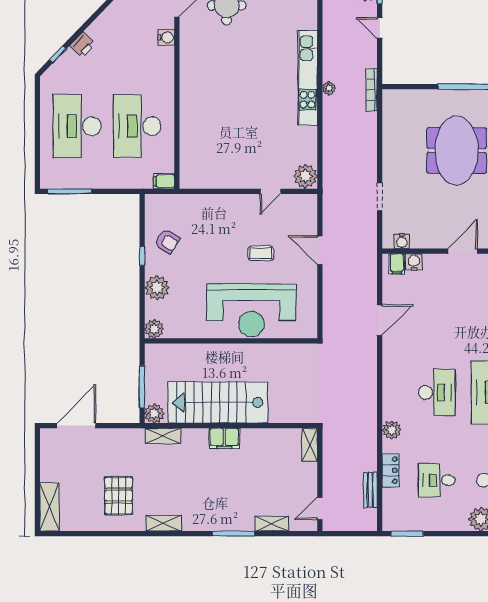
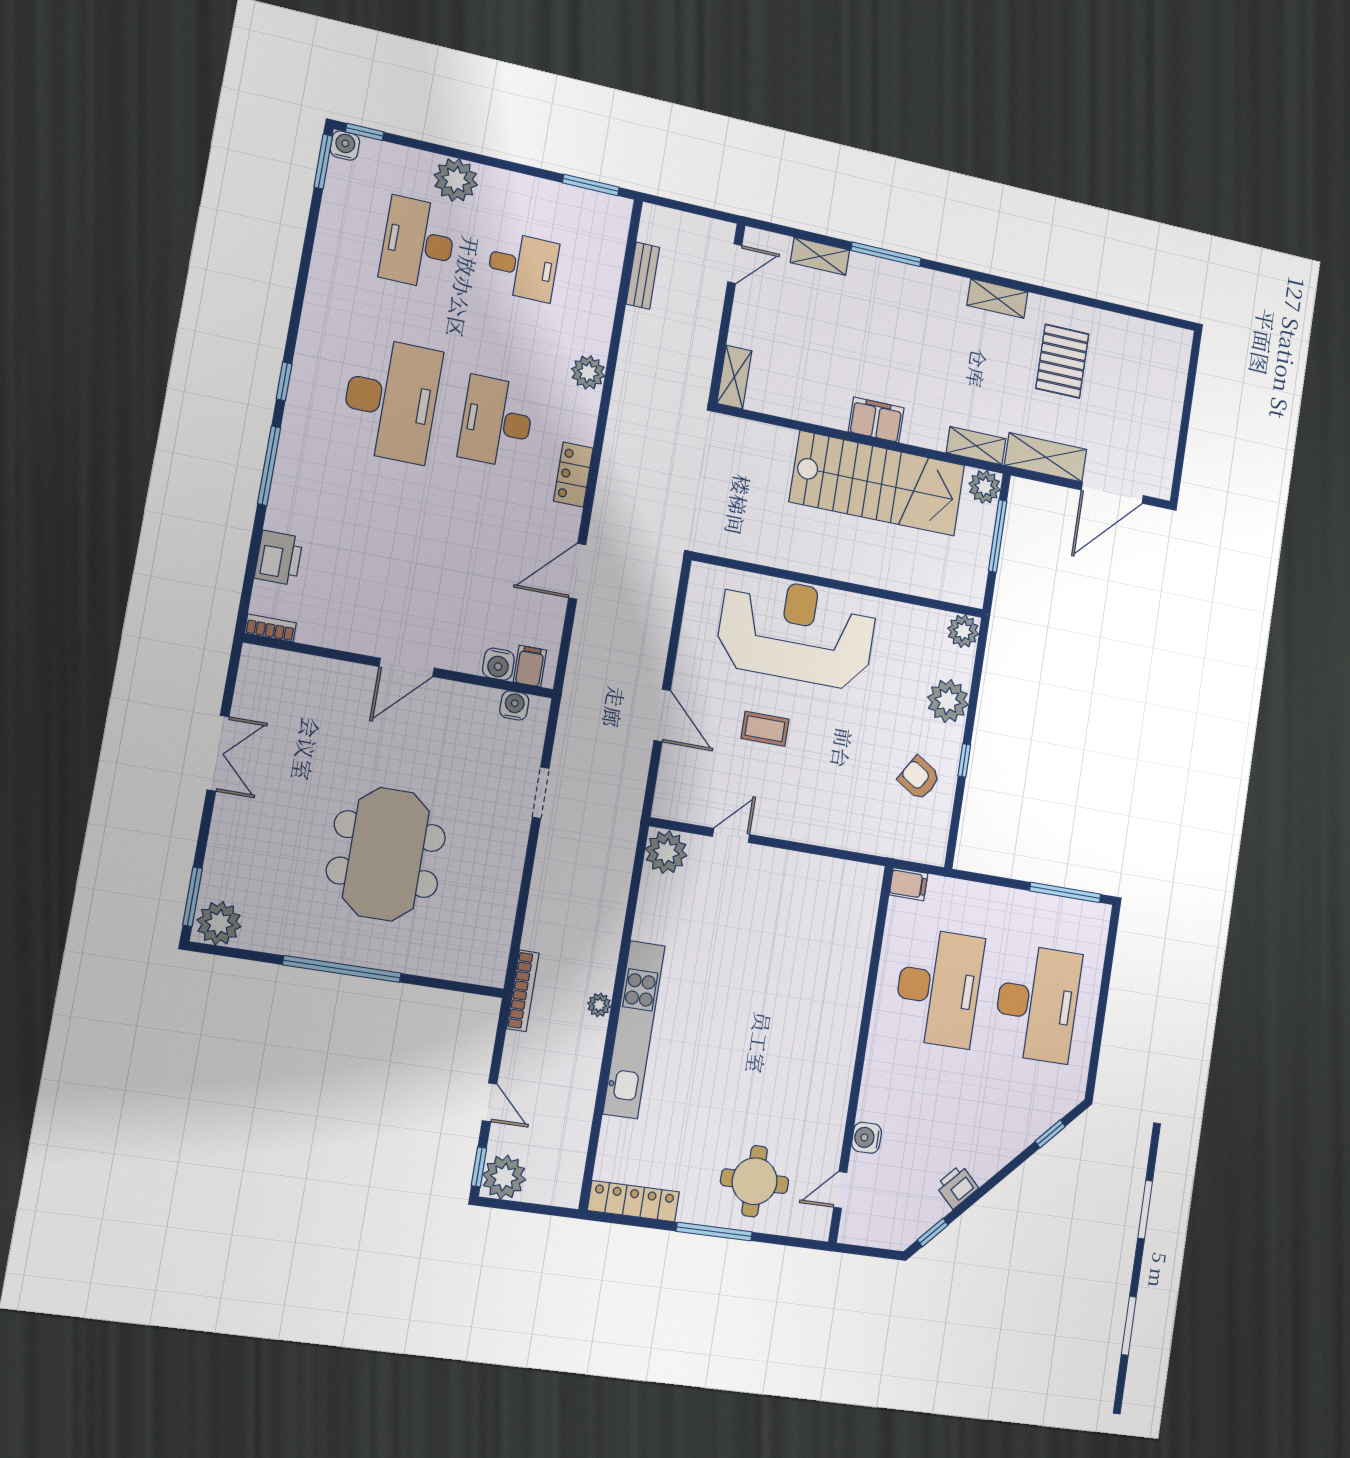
printer: (82, 45) -> (957, 1187), moved
locker: (391, 470) -> (573, 474), moved
shelving: (50, 507) -> (1046, 457), moved, turned 90

